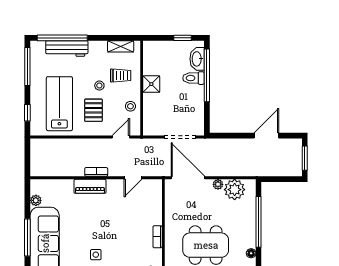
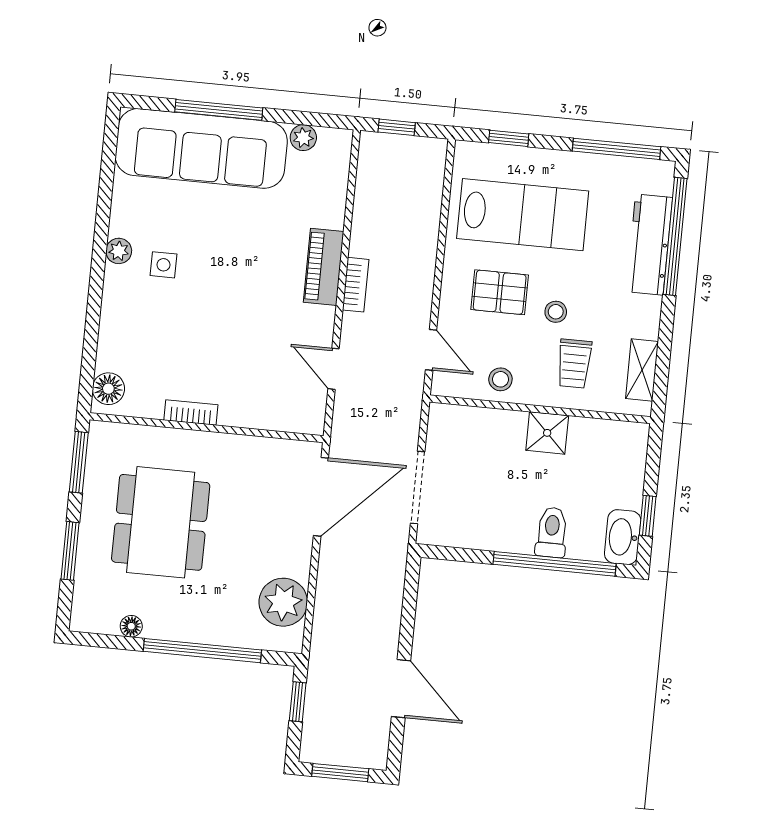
washbasin: (197, 59) -> (623, 537), moved, turned -90
window: (27, 161) -> (397, 127), added
window: (276, 179) -> (298, 702), added
plant: (218, 184) -> (299, 565), removed

